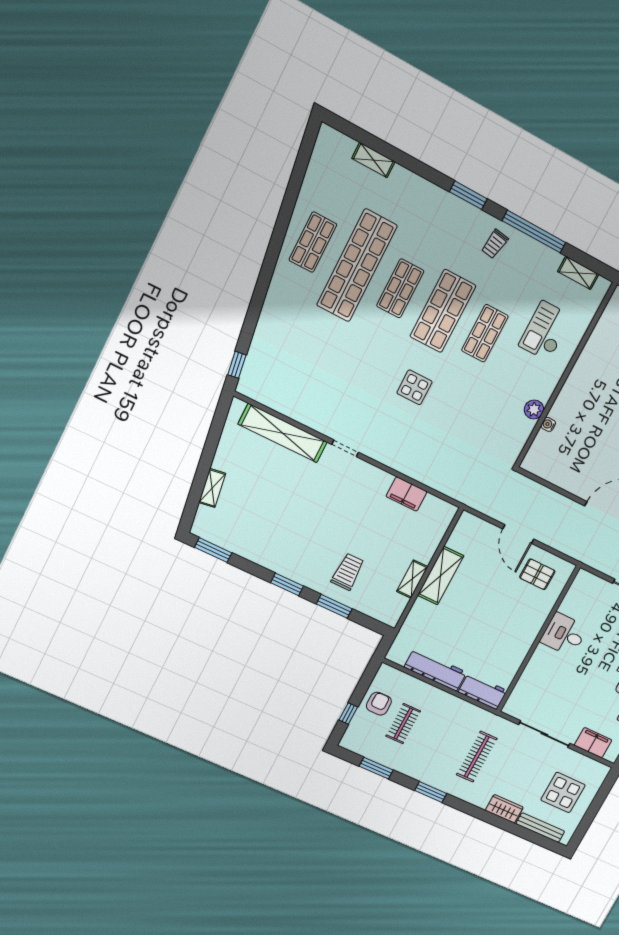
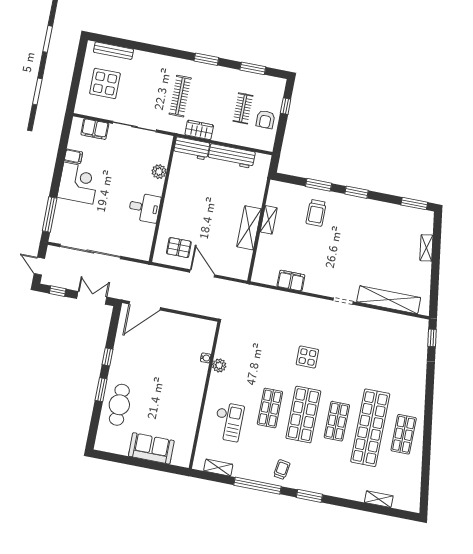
plant: (532, 673) -> (159, 172), added
wardrobe: (504, 809) -> (199, 130), moved, turned 180

